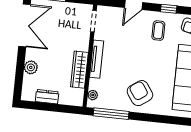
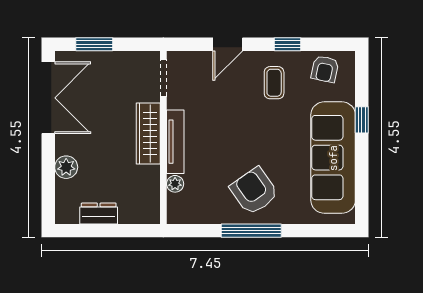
wardrobe: (79, 70) -> (148, 134), moved
plant: (93, 95) -> (175, 184), moved
window: (111, 114) -> (251, 231), moved

